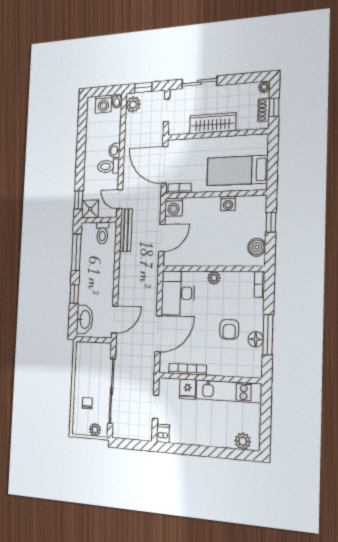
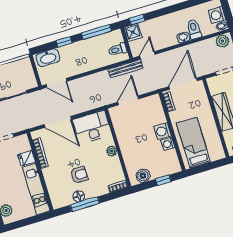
toilet: (108, 166) -> (194, 29), moved
washing machine: (174, 207) -> (163, 131), moved
door: (162, 238) -> (128, 100), swing flipped
armchair: (229, 329) -> (79, 175), turned 180

